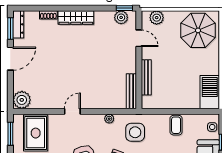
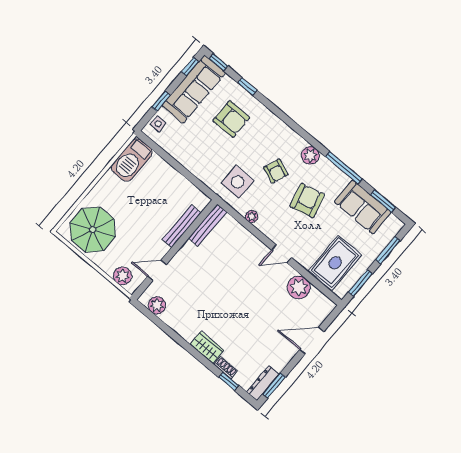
window: (124, 8) -> (229, 381), moved
wardrobe: (76, 17) -> (207, 347), width x0.67
door: (139, 38) -> (157, 271), hinge flipped
door: (10, 59) -> (312, 341), moved
plant: (22, 100) -> (299, 287), moved
coffee table: (176, 125) -> (192, 155), removed

